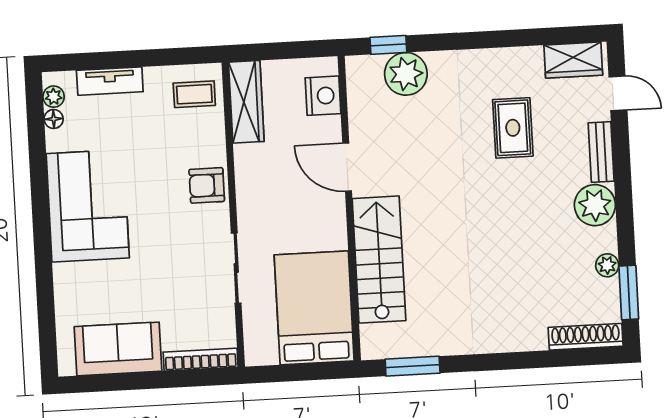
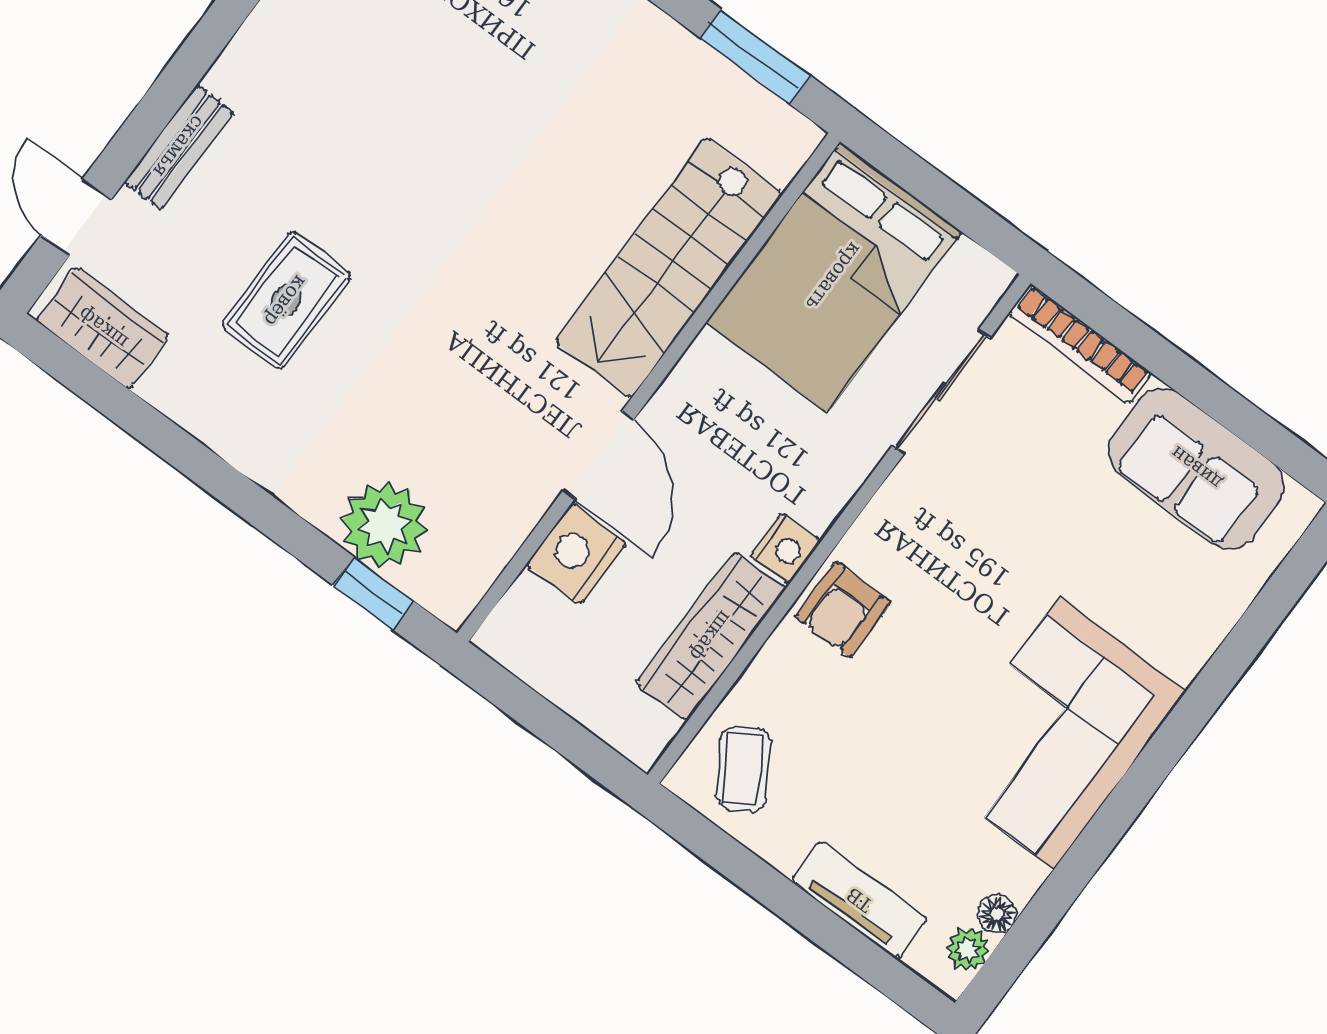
coffee table: (194, 94) -> (743, 769), turned 57
nightstand: (323, 96) -> (577, 554), moved
wardrobe: (246, 102) -> (711, 636), moved
armchair: (207, 185) -> (843, 610), turned 90
nightstand: (248, 190) -> (785, 548), added
plant: (595, 205) -> (258, 72), removed
sliding door: (236, 268) -> (941, 392), moved

